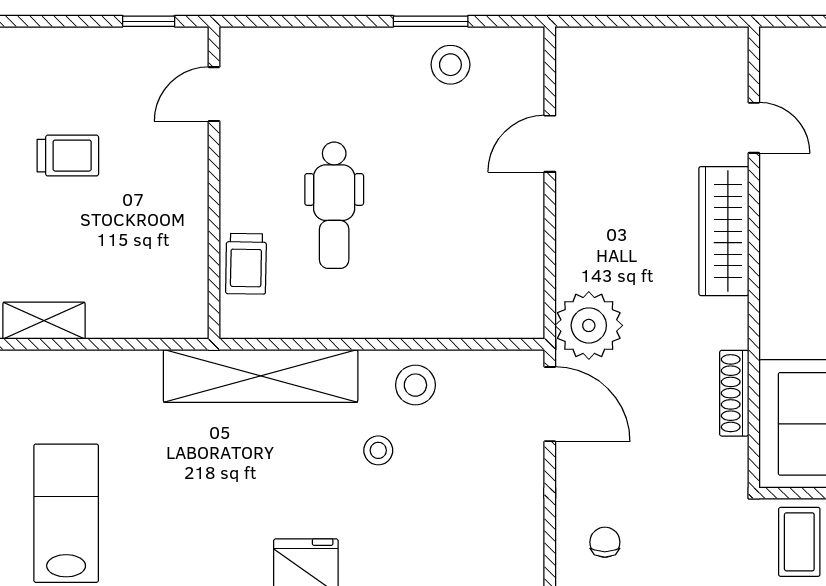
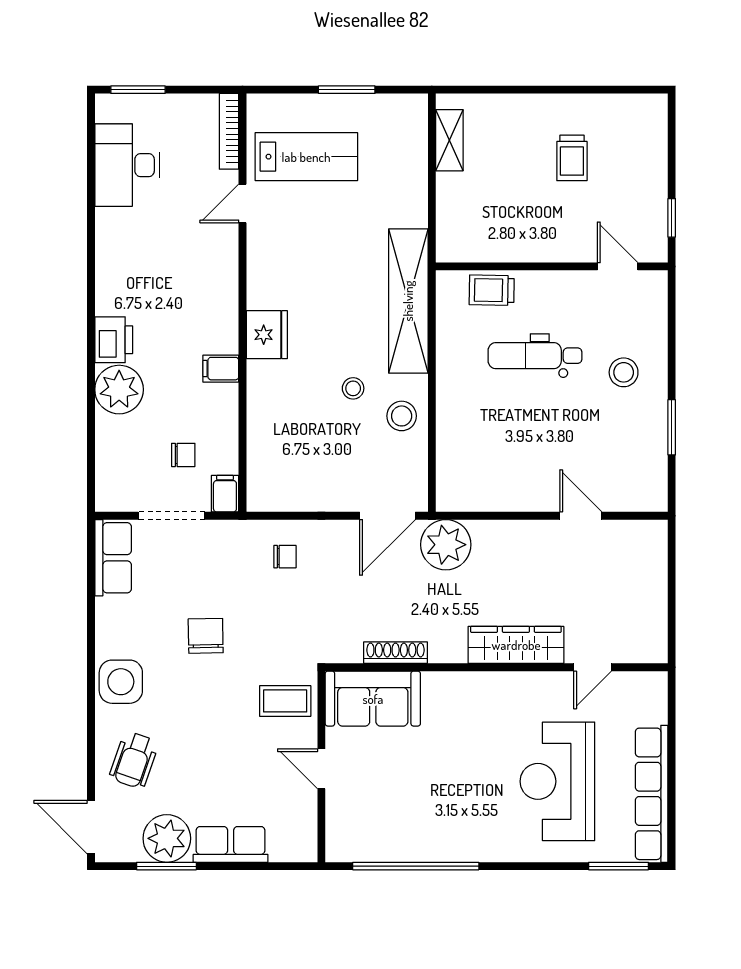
stool: (450, 65) -> (624, 372), moved

